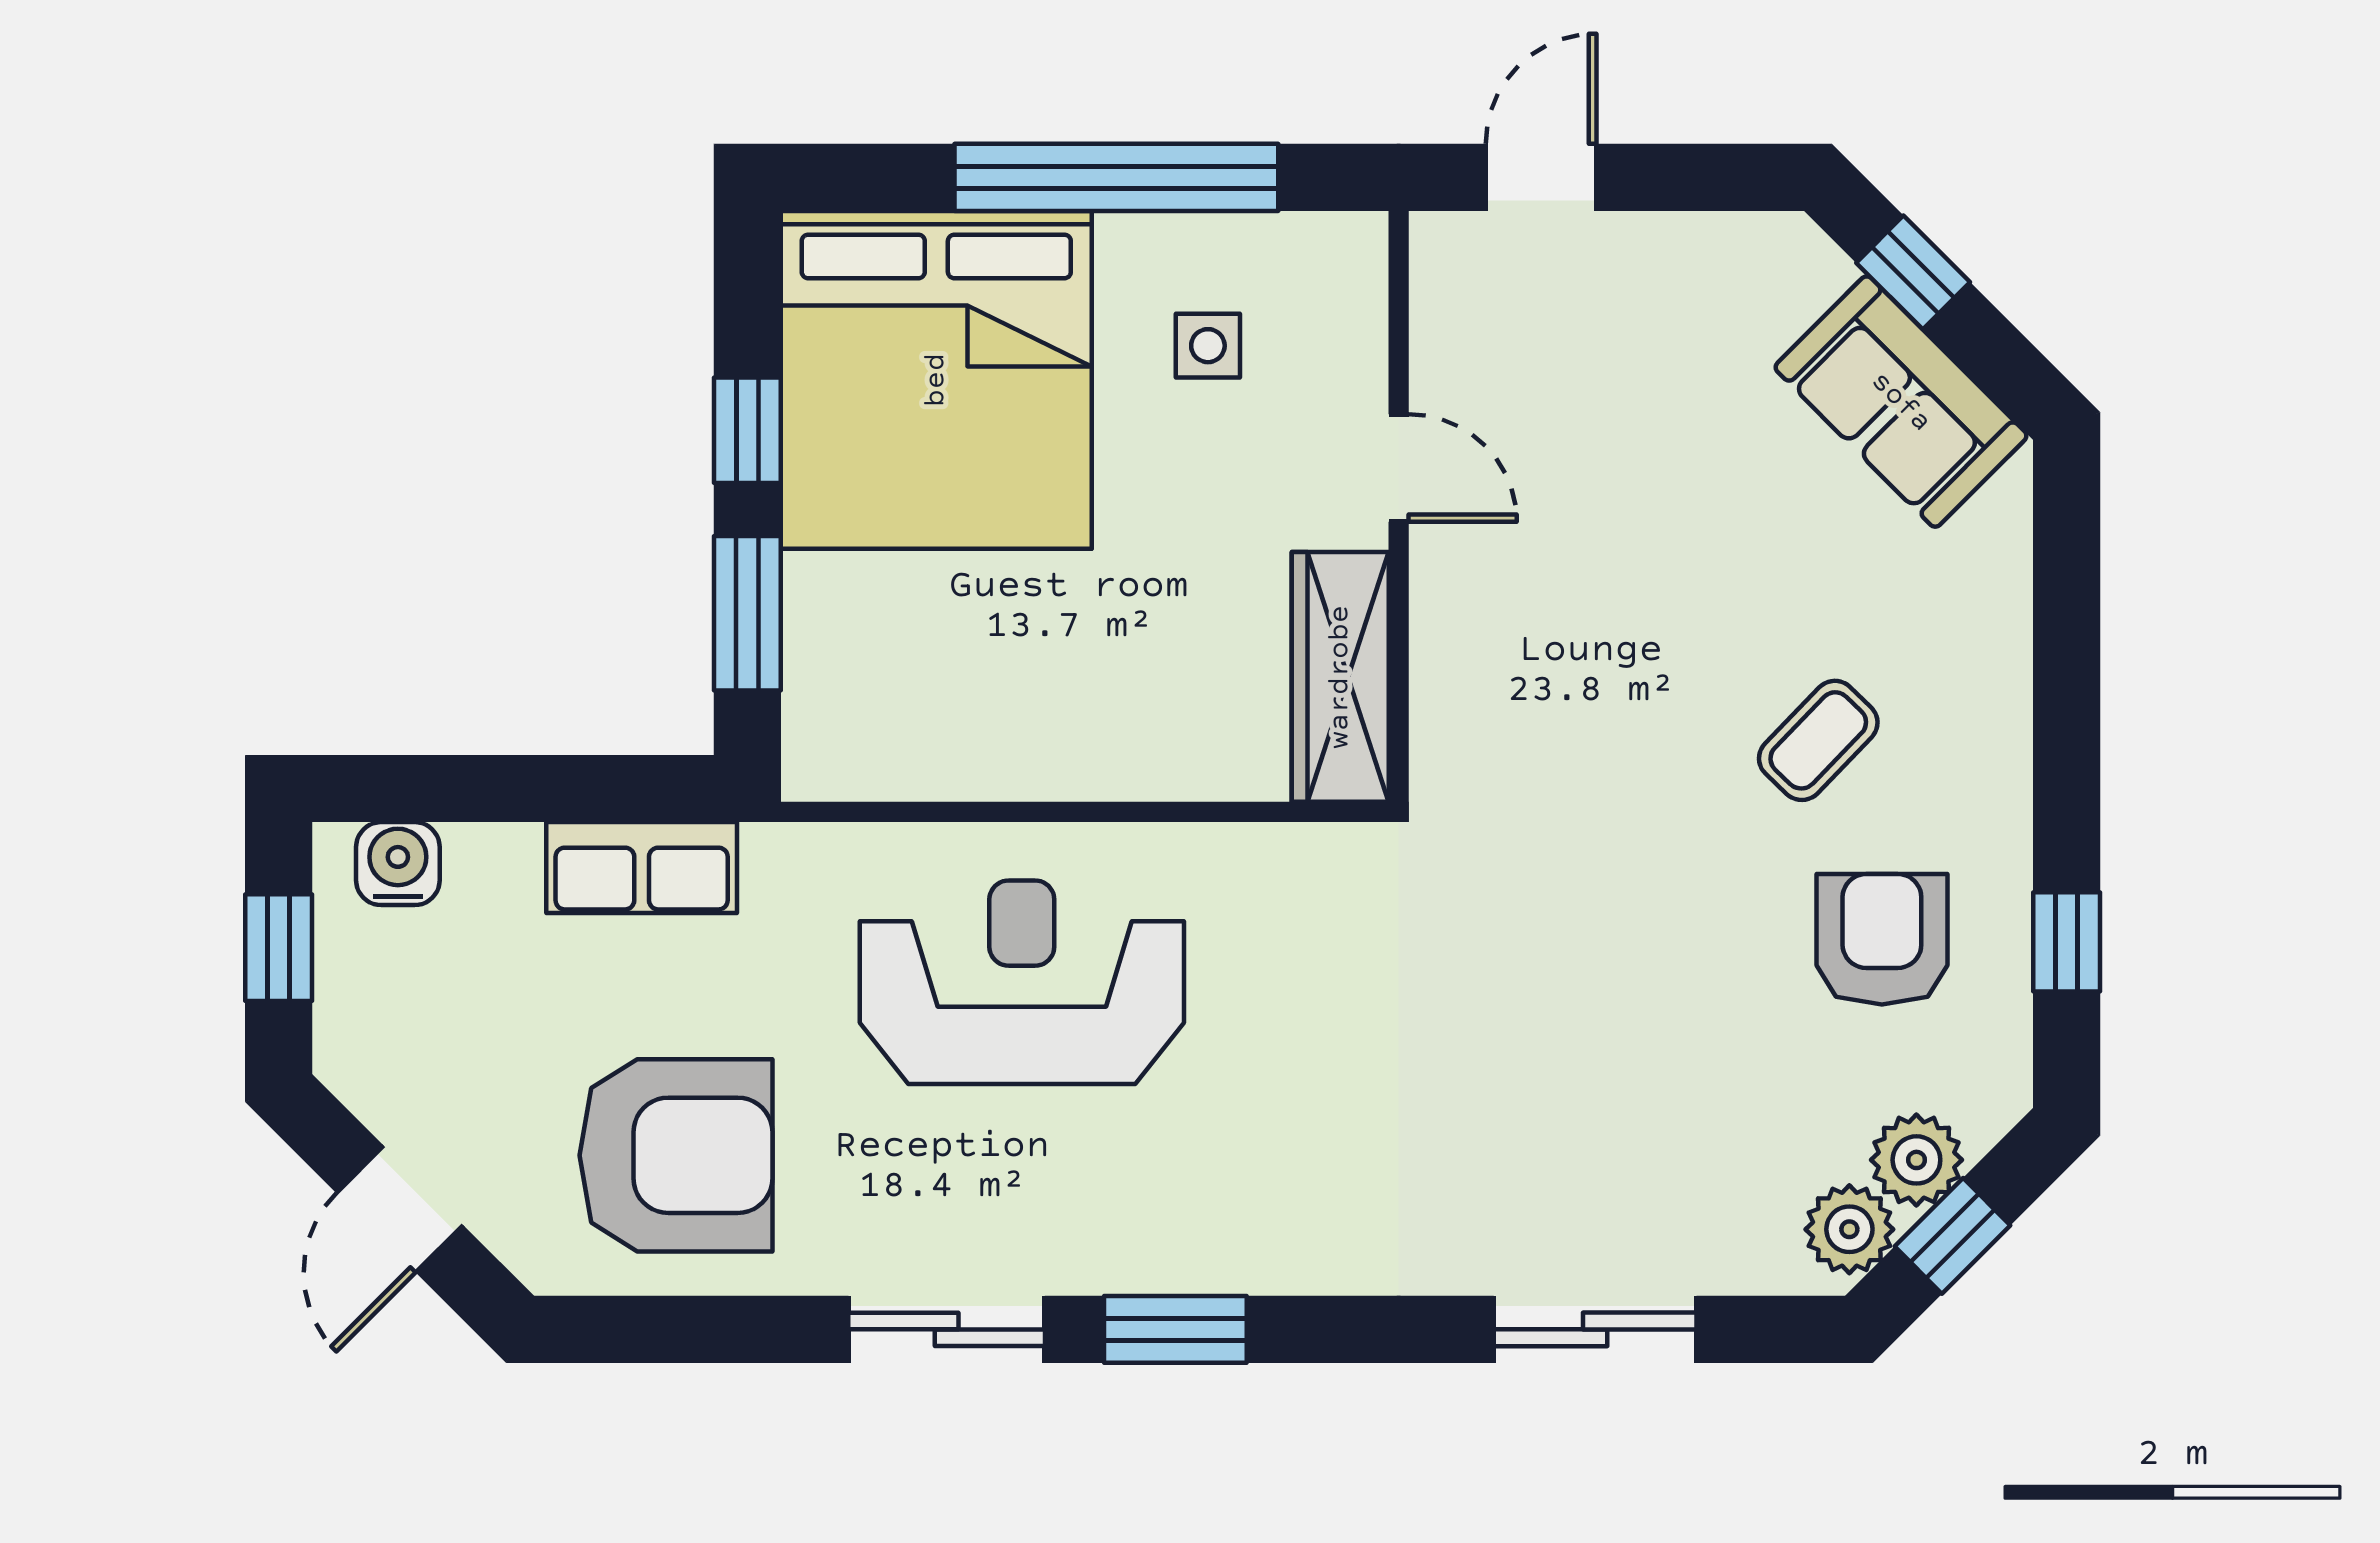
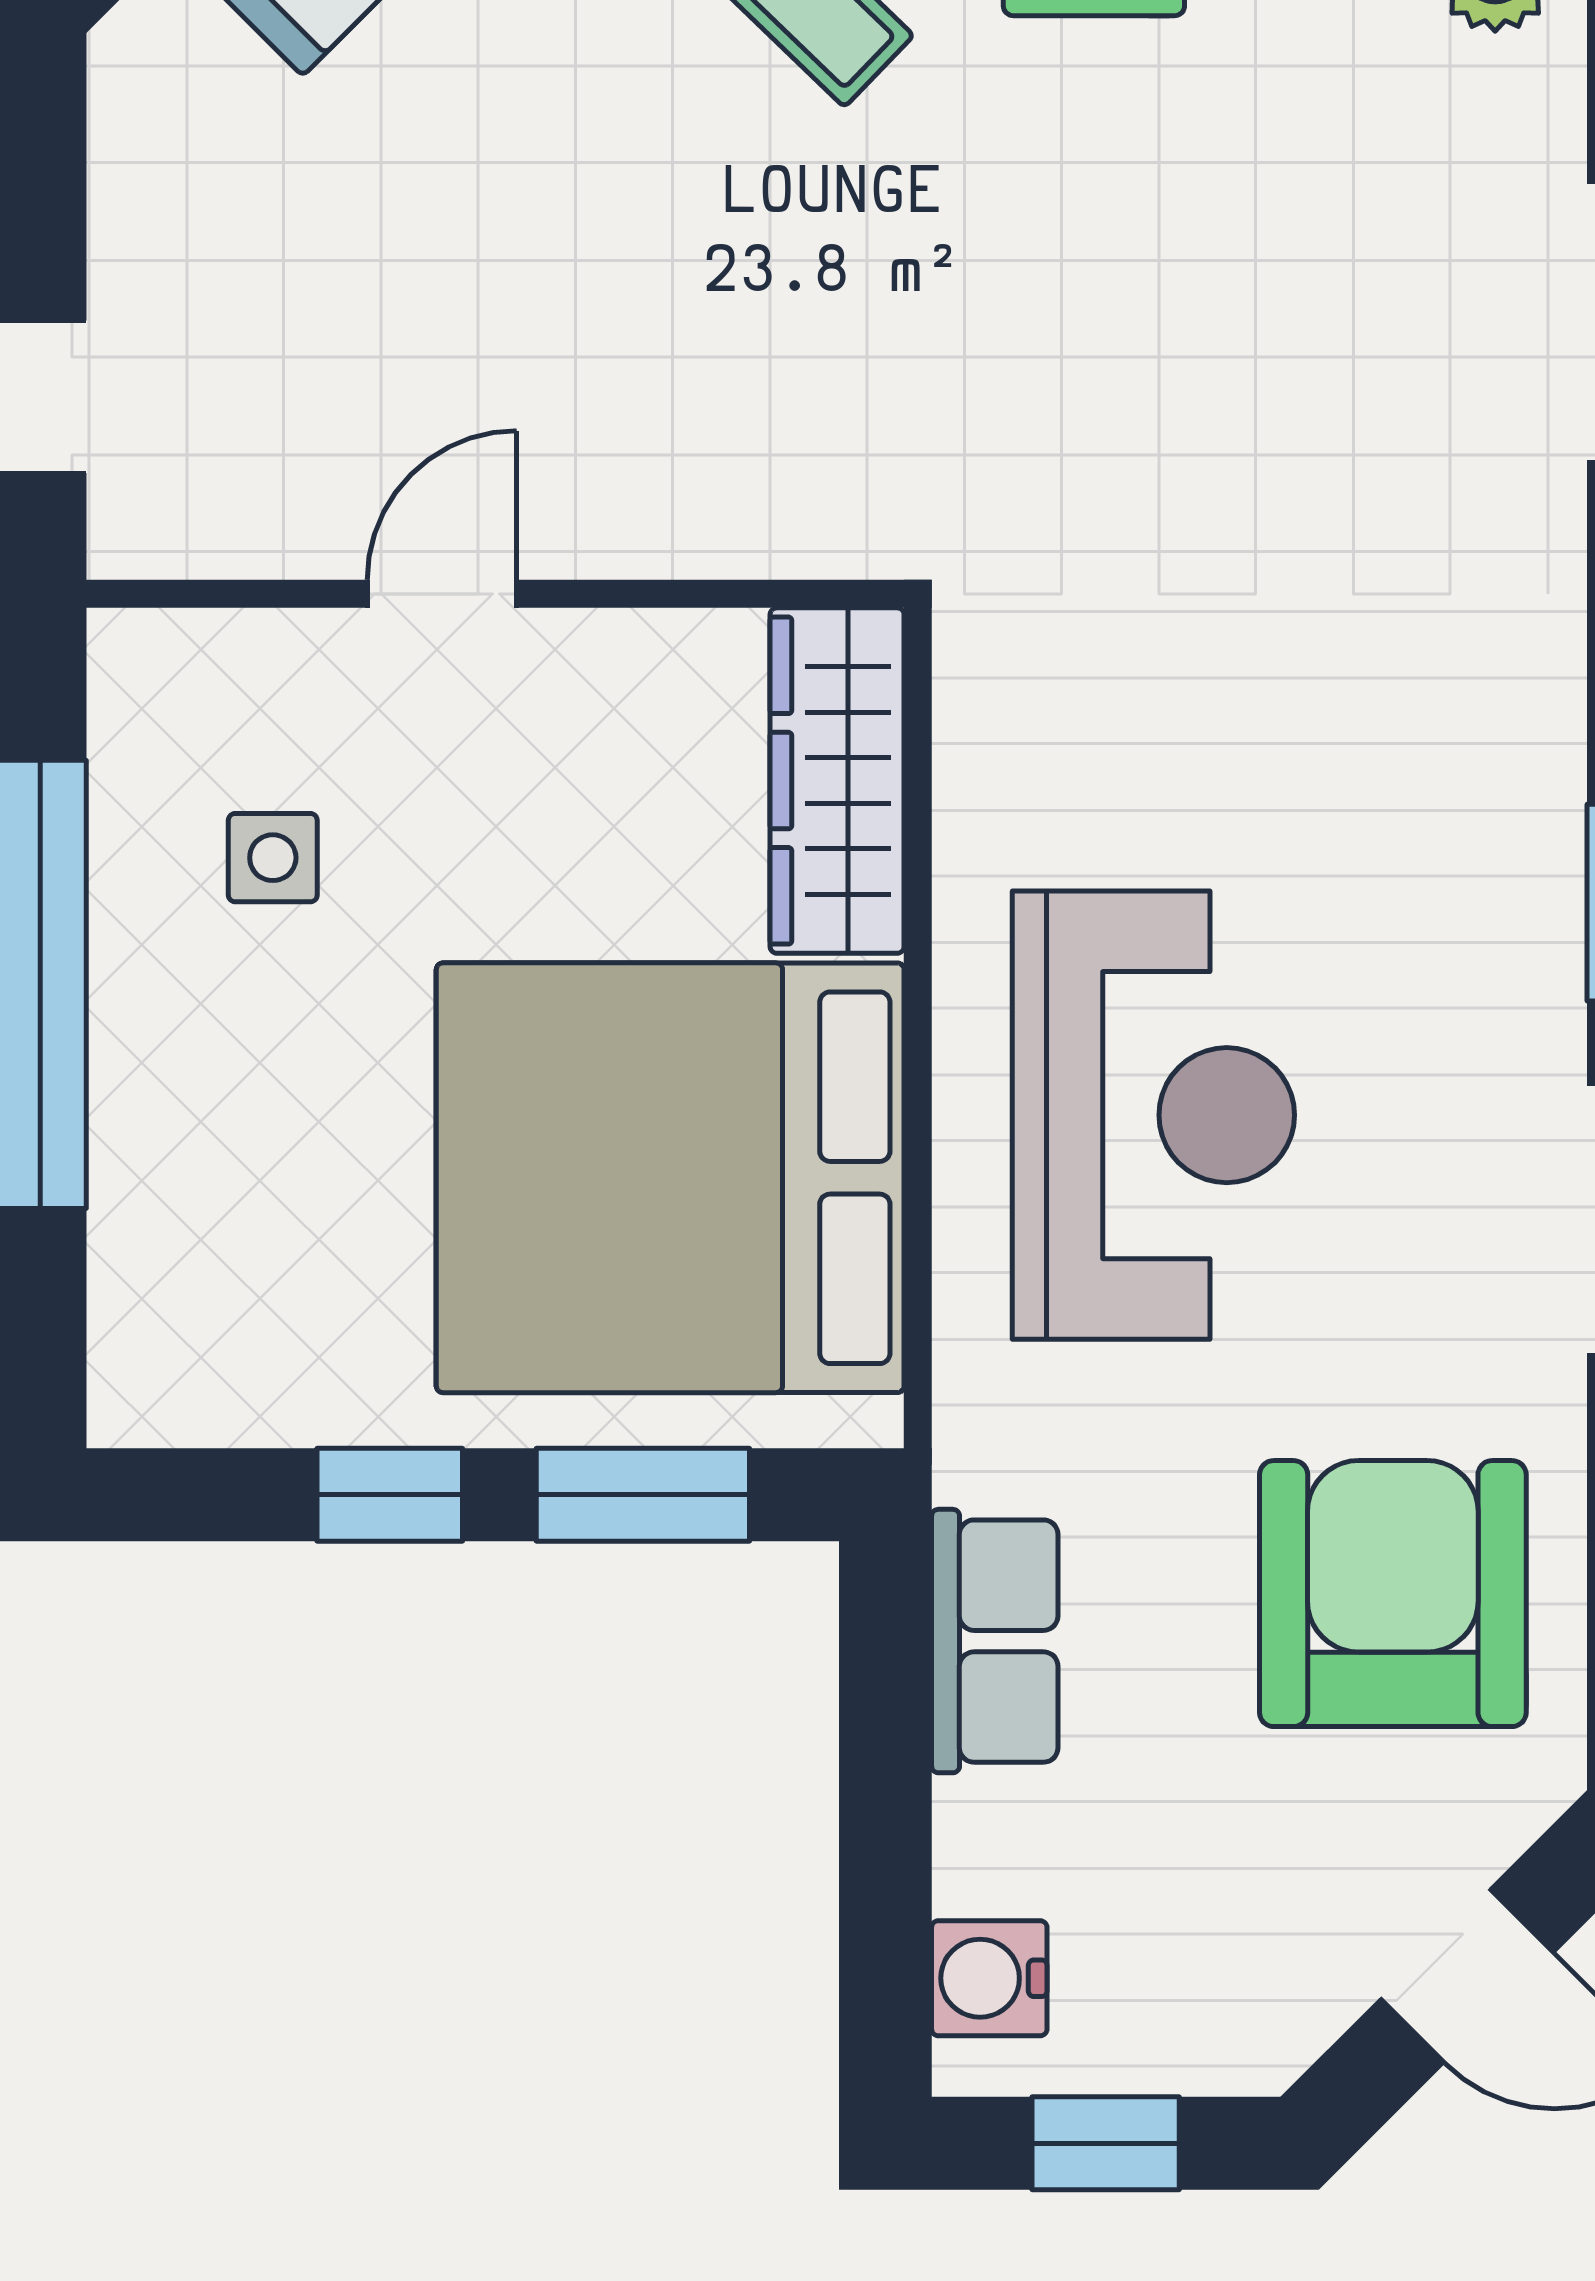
bed: (936, 380) -> (670, 1178), moved, turned 180
wardrobe: (1340, 677) -> (837, 781), moved, turned 90
reception desk: (1022, 982) -> (1153, 1115), turned 180

